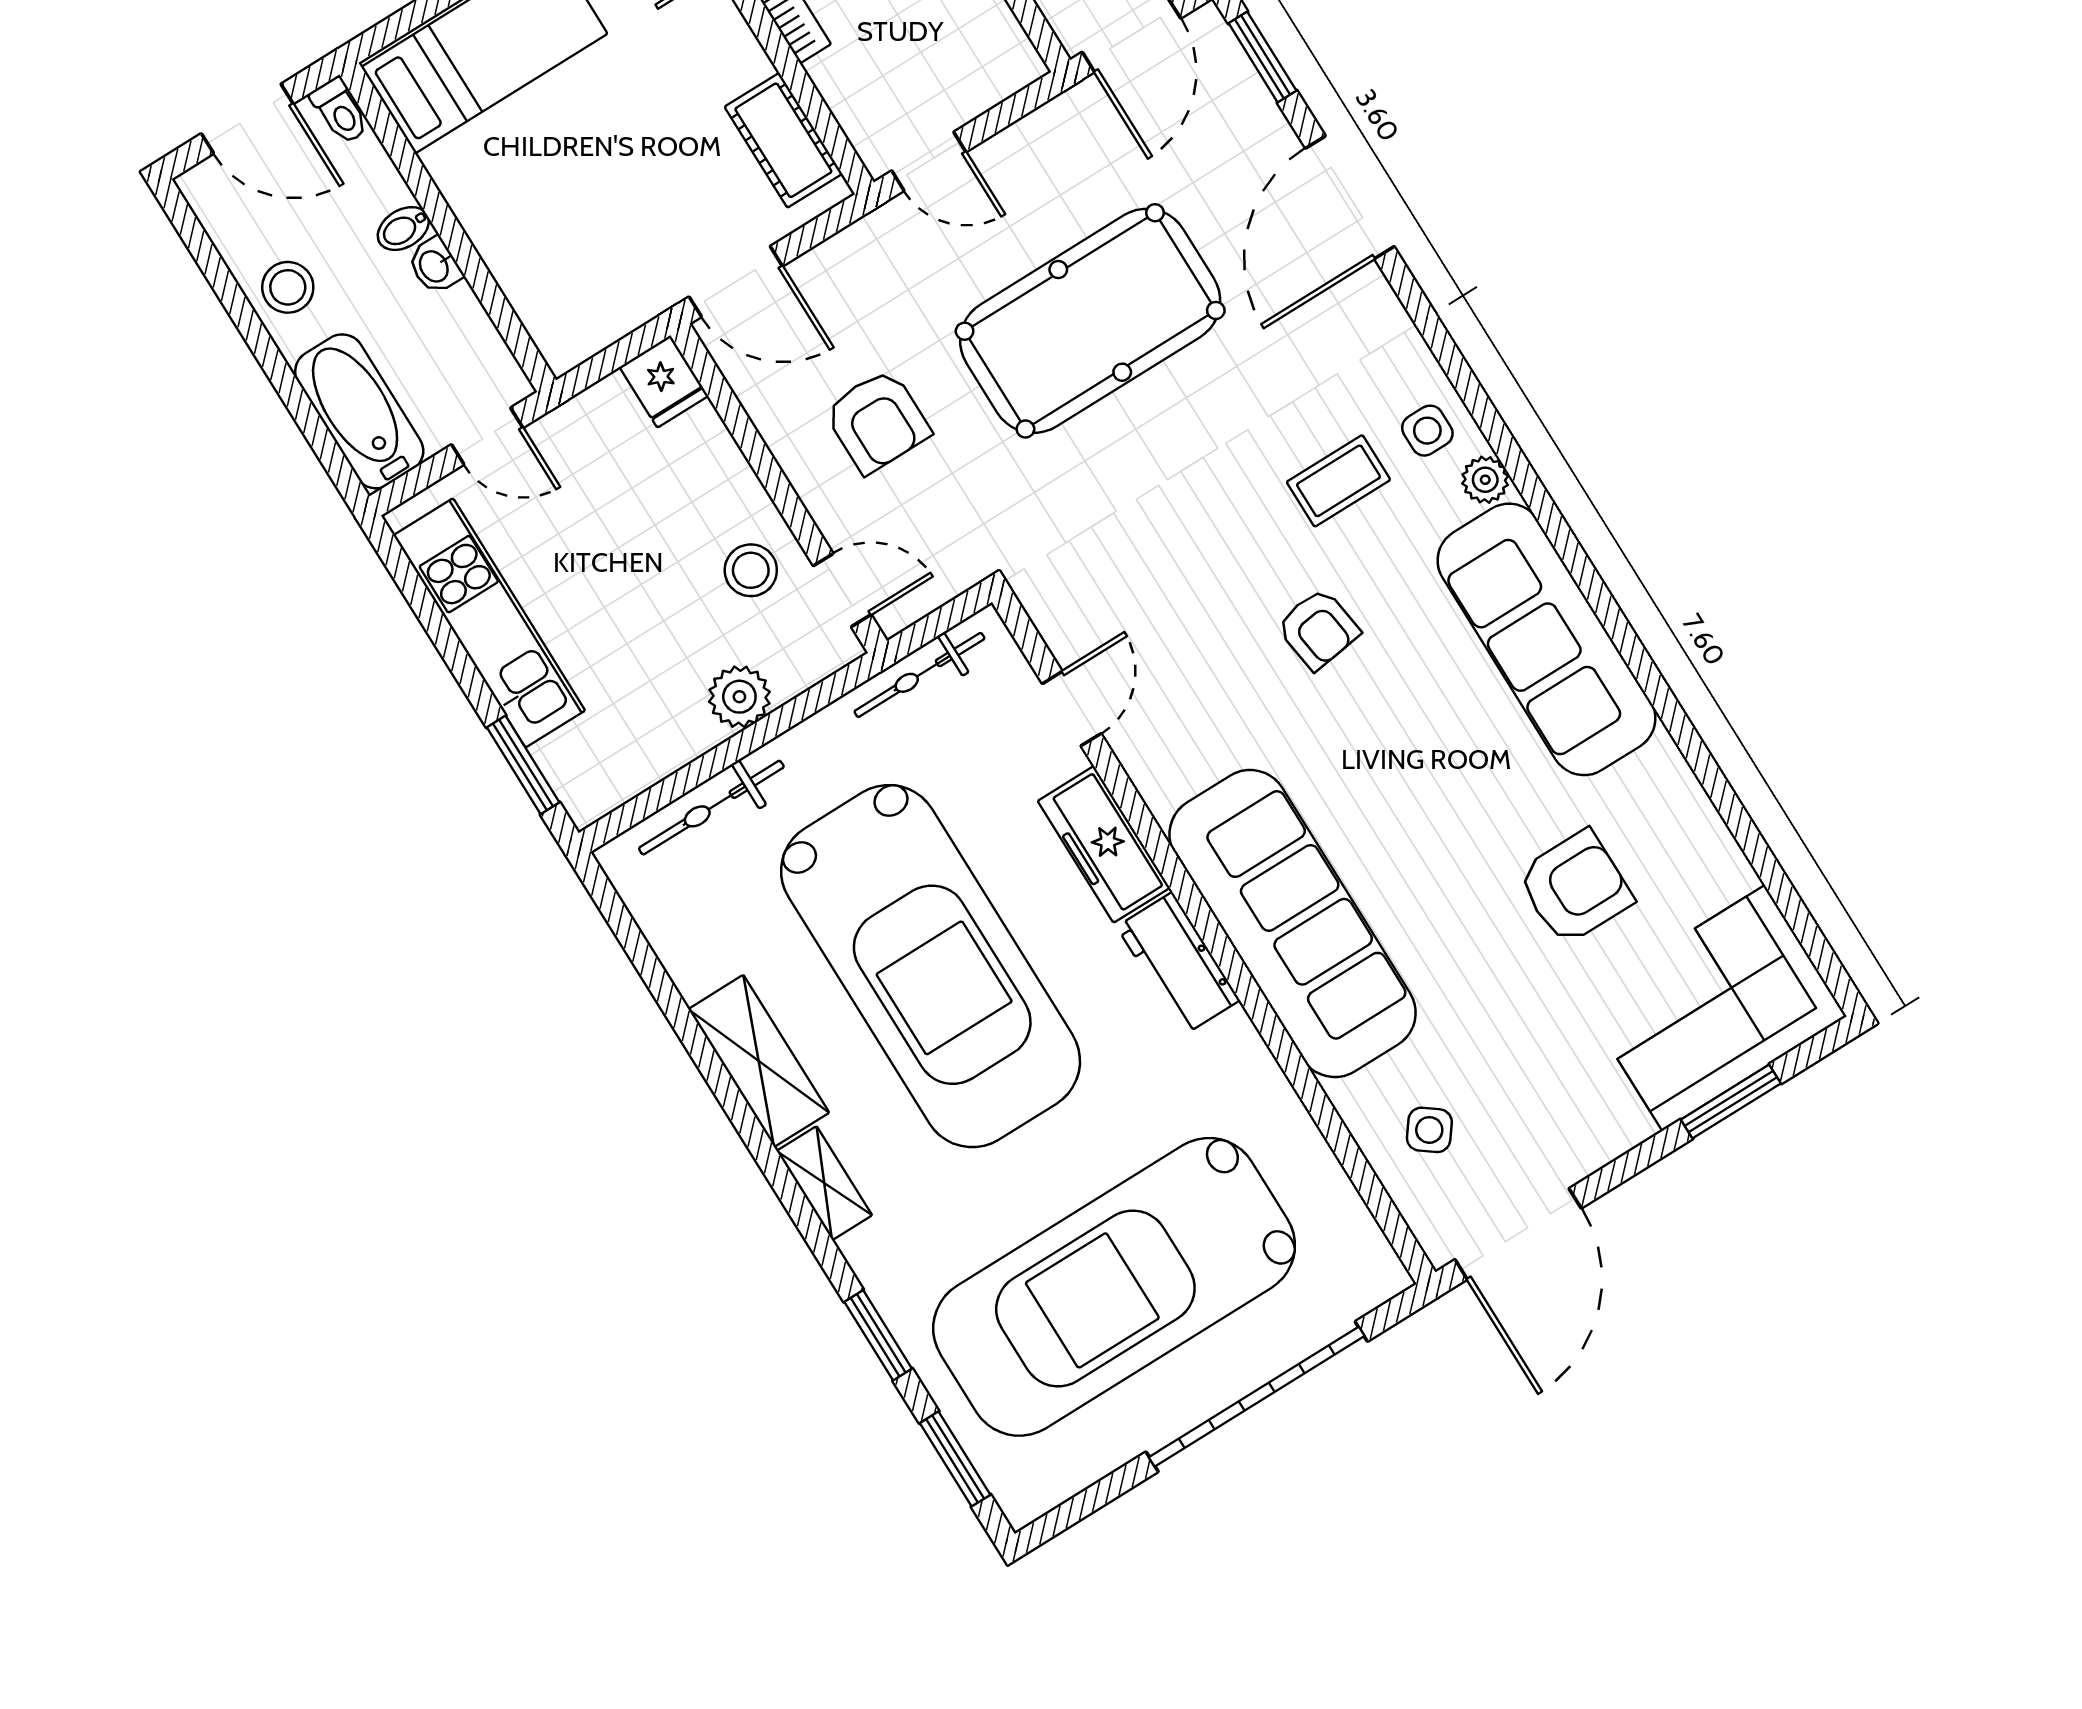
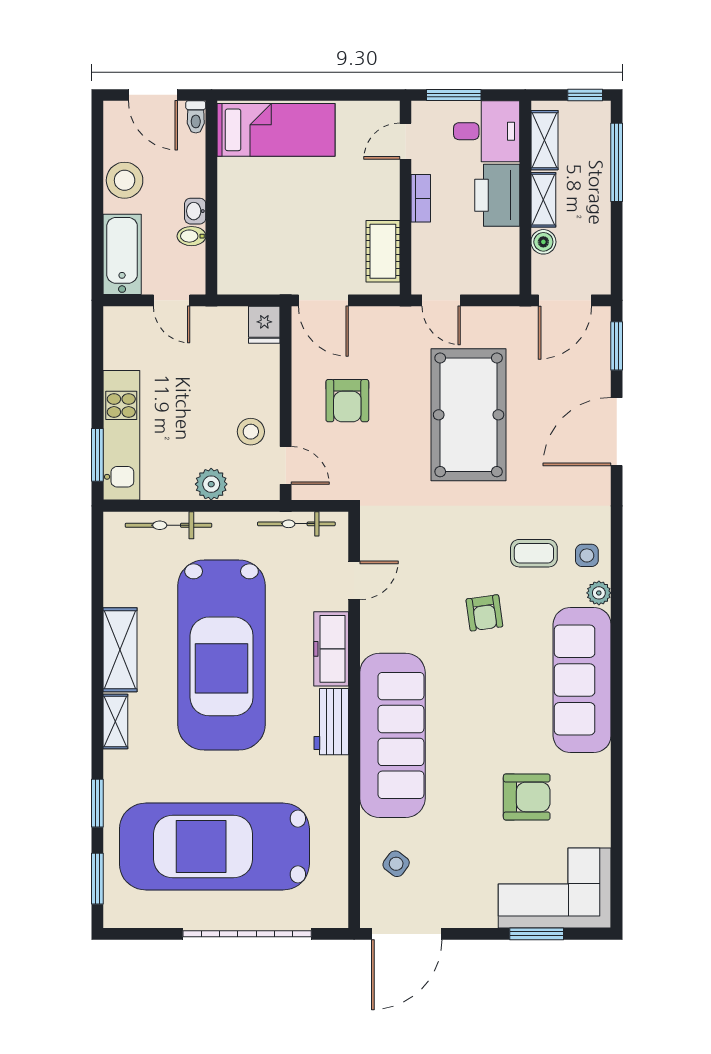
bidet: (403, 229) -> (191, 236), moved
stool: (288, 287) -> (125, 180), width x1.38, depth x1.38
pool table: (1090, 321) -> (469, 415), turned 90
kitchen unit: (489, 623) -> (121, 435), moved

